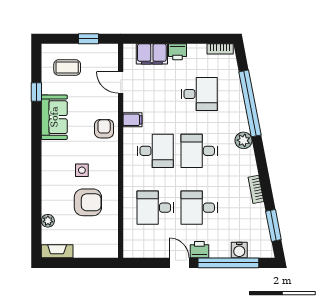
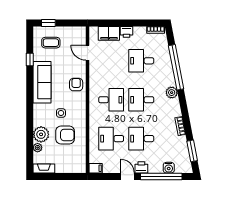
window: (89, 39) -> (48, 23), moved
desk: (199, 94) -> (141, 61), turned 180
sofa: (54, 117) -> (42, 82), width x1.36
filing cabinet: (133, 120) -> (96, 168), moved
plant: (53, 201) -> (41, 134), added

